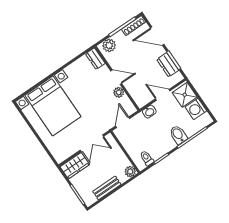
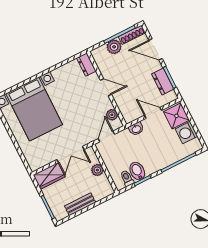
plant: (109, 45) -> (114, 47), moved
plant: (119, 92) -> (112, 115), moved
bidet: (178, 135) -> (137, 171), moved
plant: (130, 172) -> (97, 170), moved

